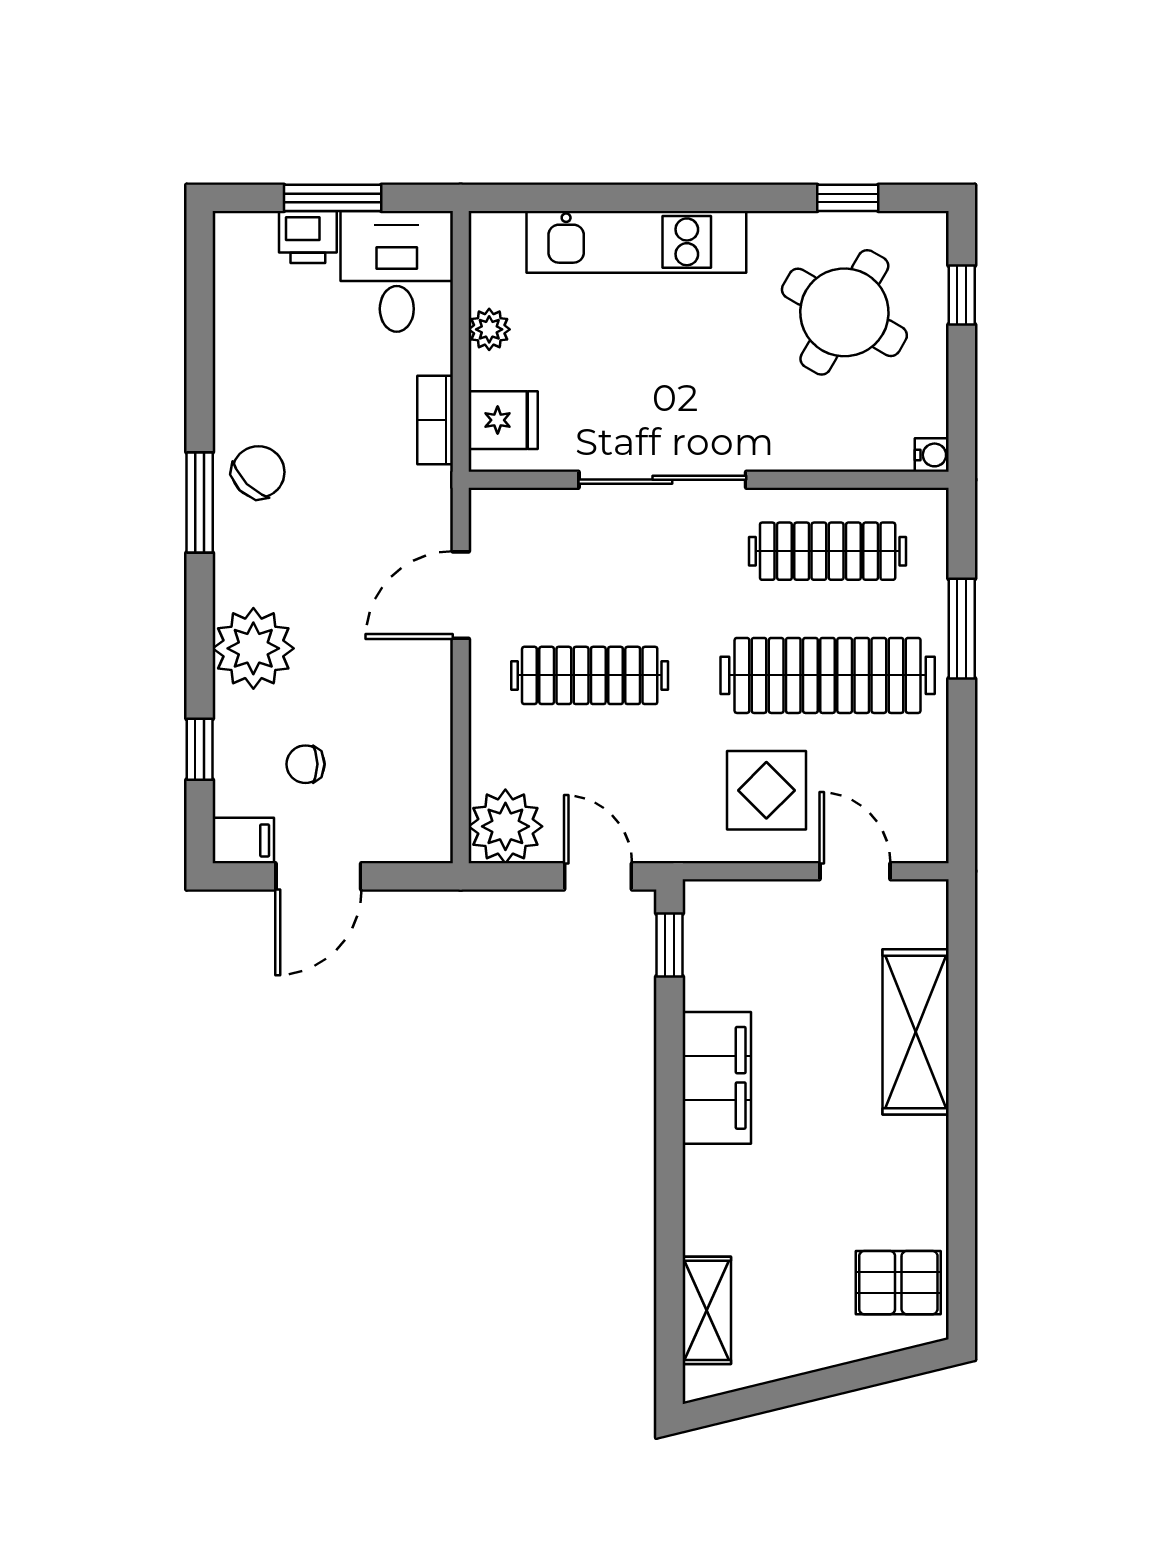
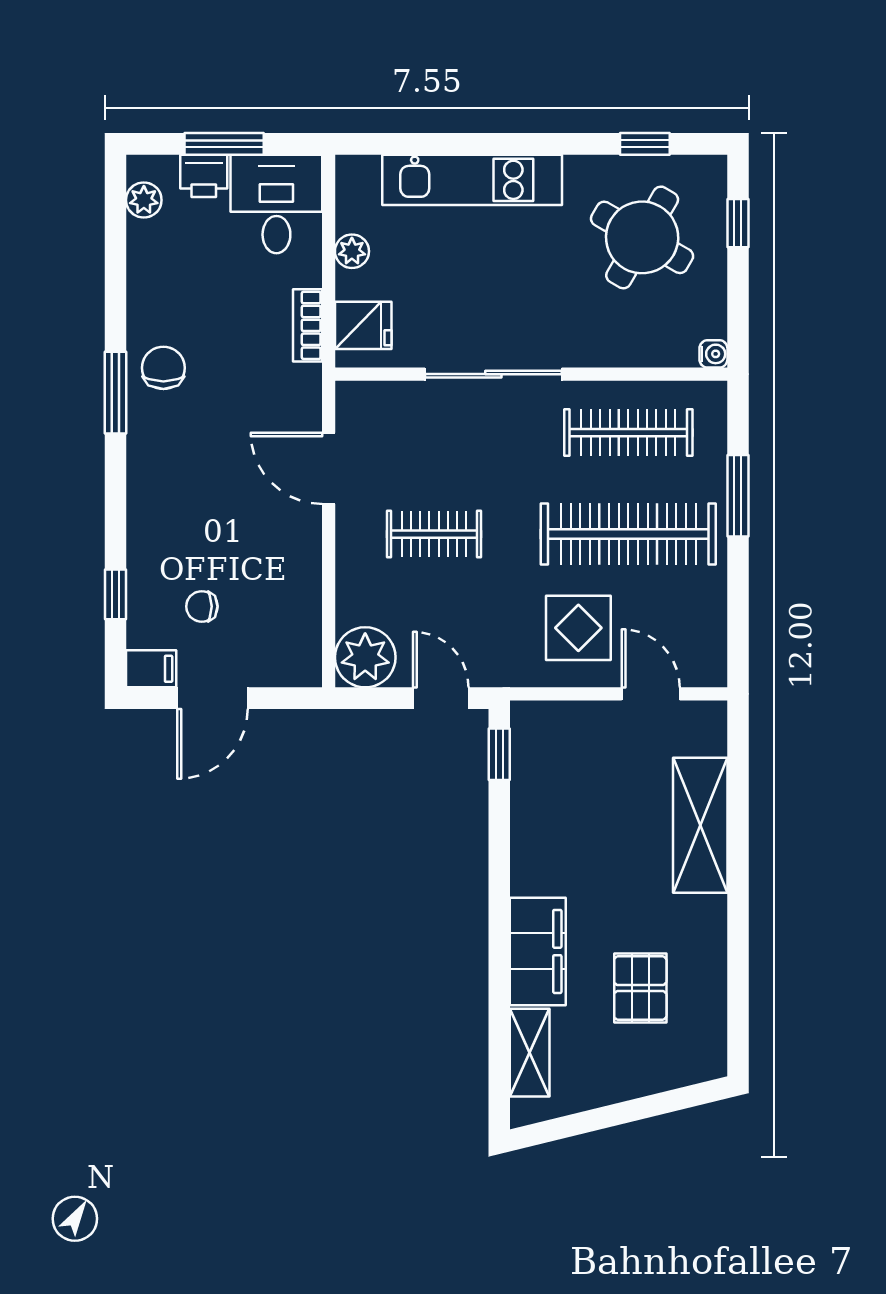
chair: (258, 472) -> (163, 368), turned -45
door: (461, 595) -> (329, 468), hinge flipped
plant: (253, 648) -> (144, 200), moved, width x0.53, depth x0.53
clothes rail: (590, 675) -> (434, 534), width x0.73
filing cabinet: (717, 1078) -> (538, 951), moved
pallet: (898, 1283) -> (640, 988), moved, turned 90

